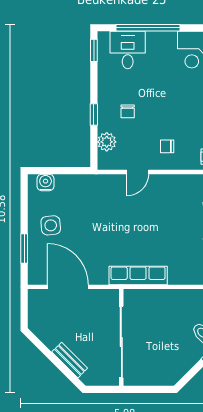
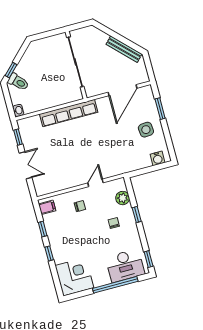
desk: (128, 50) -> (125, 266), width x1.37
row of seats: (138, 275) -> (69, 113), width x1.36
door: (68, 287) -> (123, 90), hinge flipped
bench: (70, 360) -> (124, 49), moved, width x1.36

